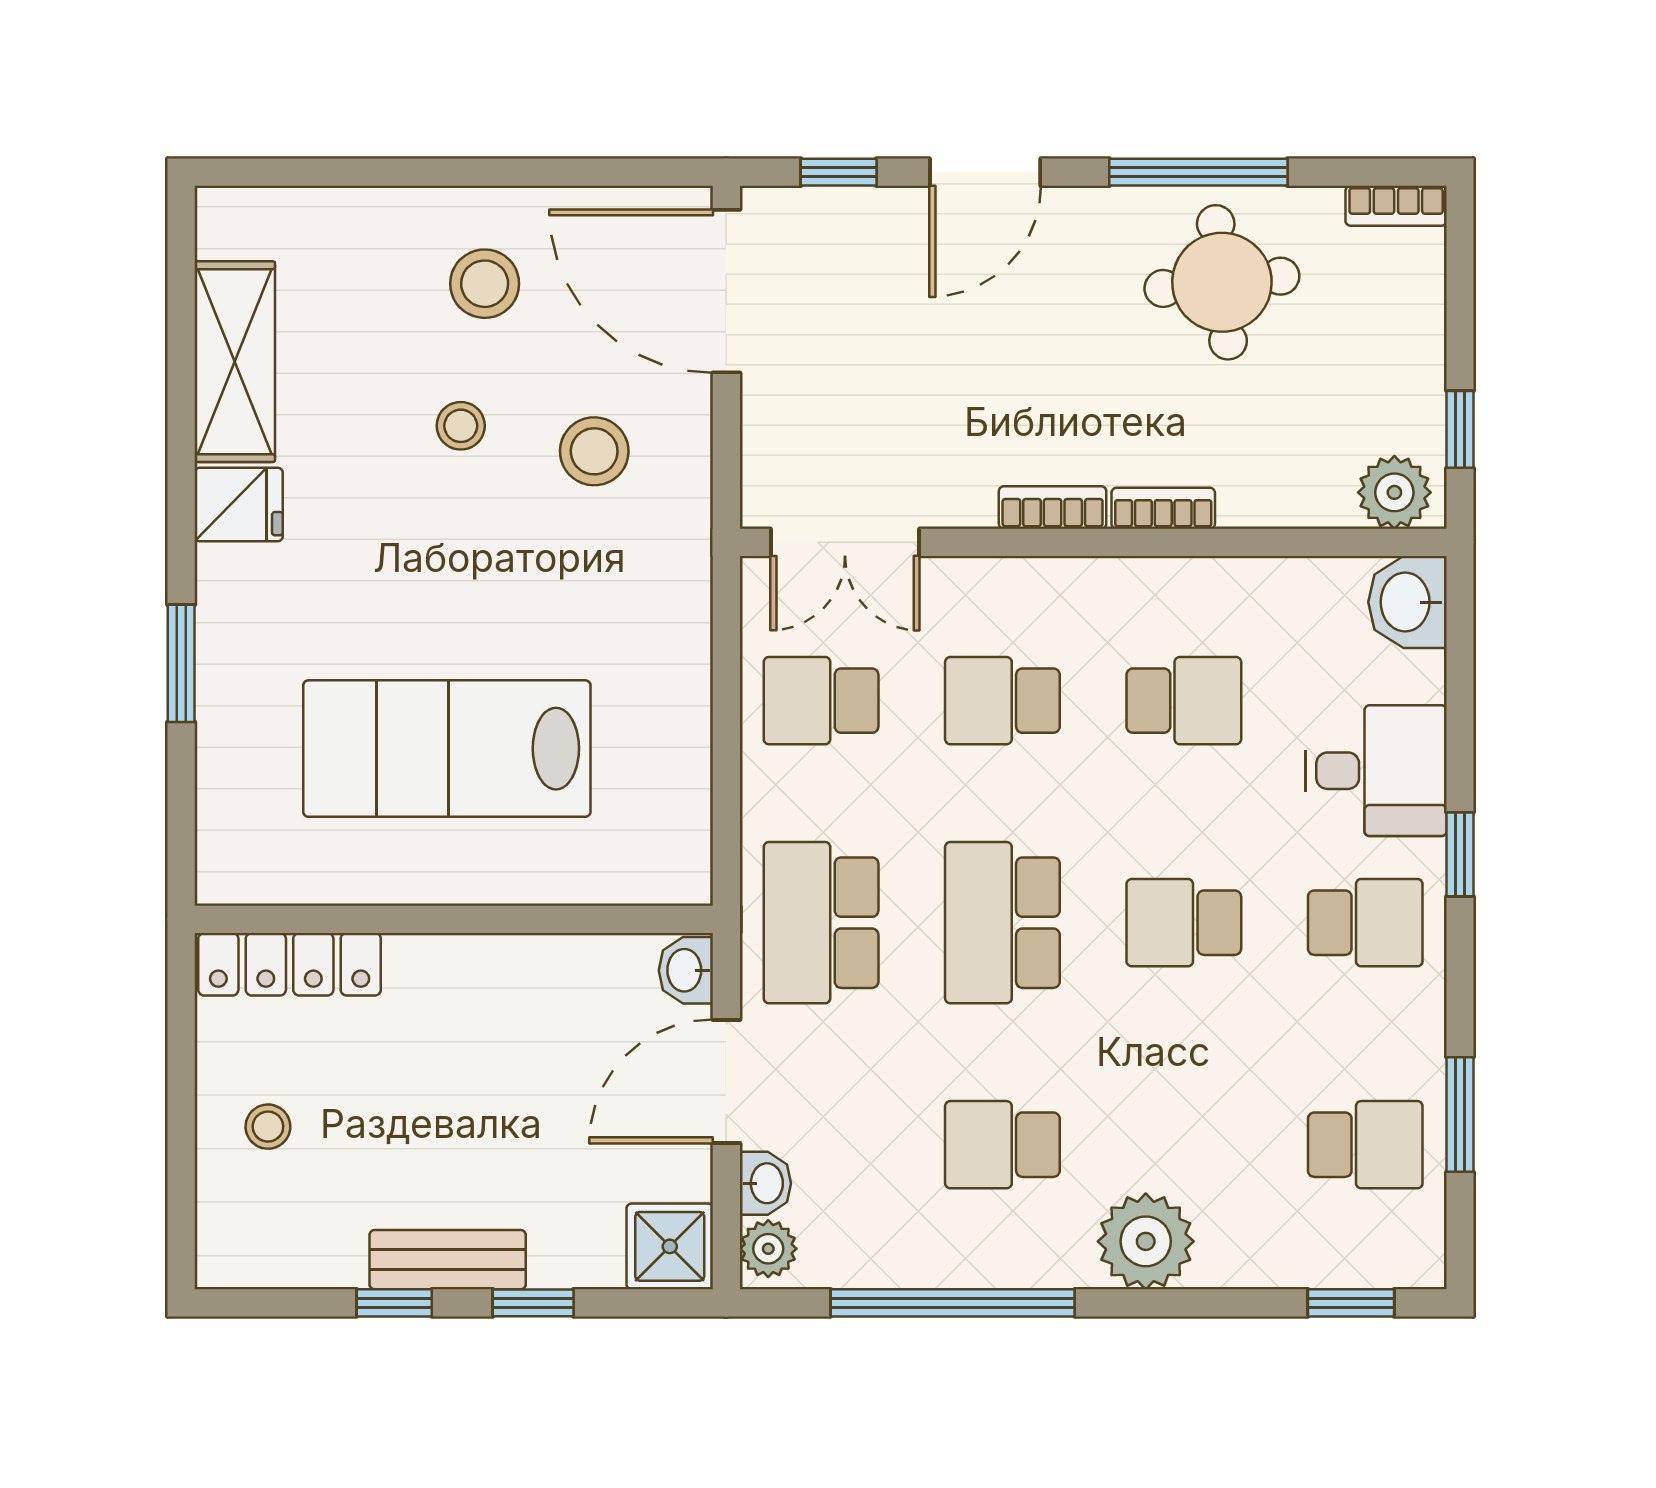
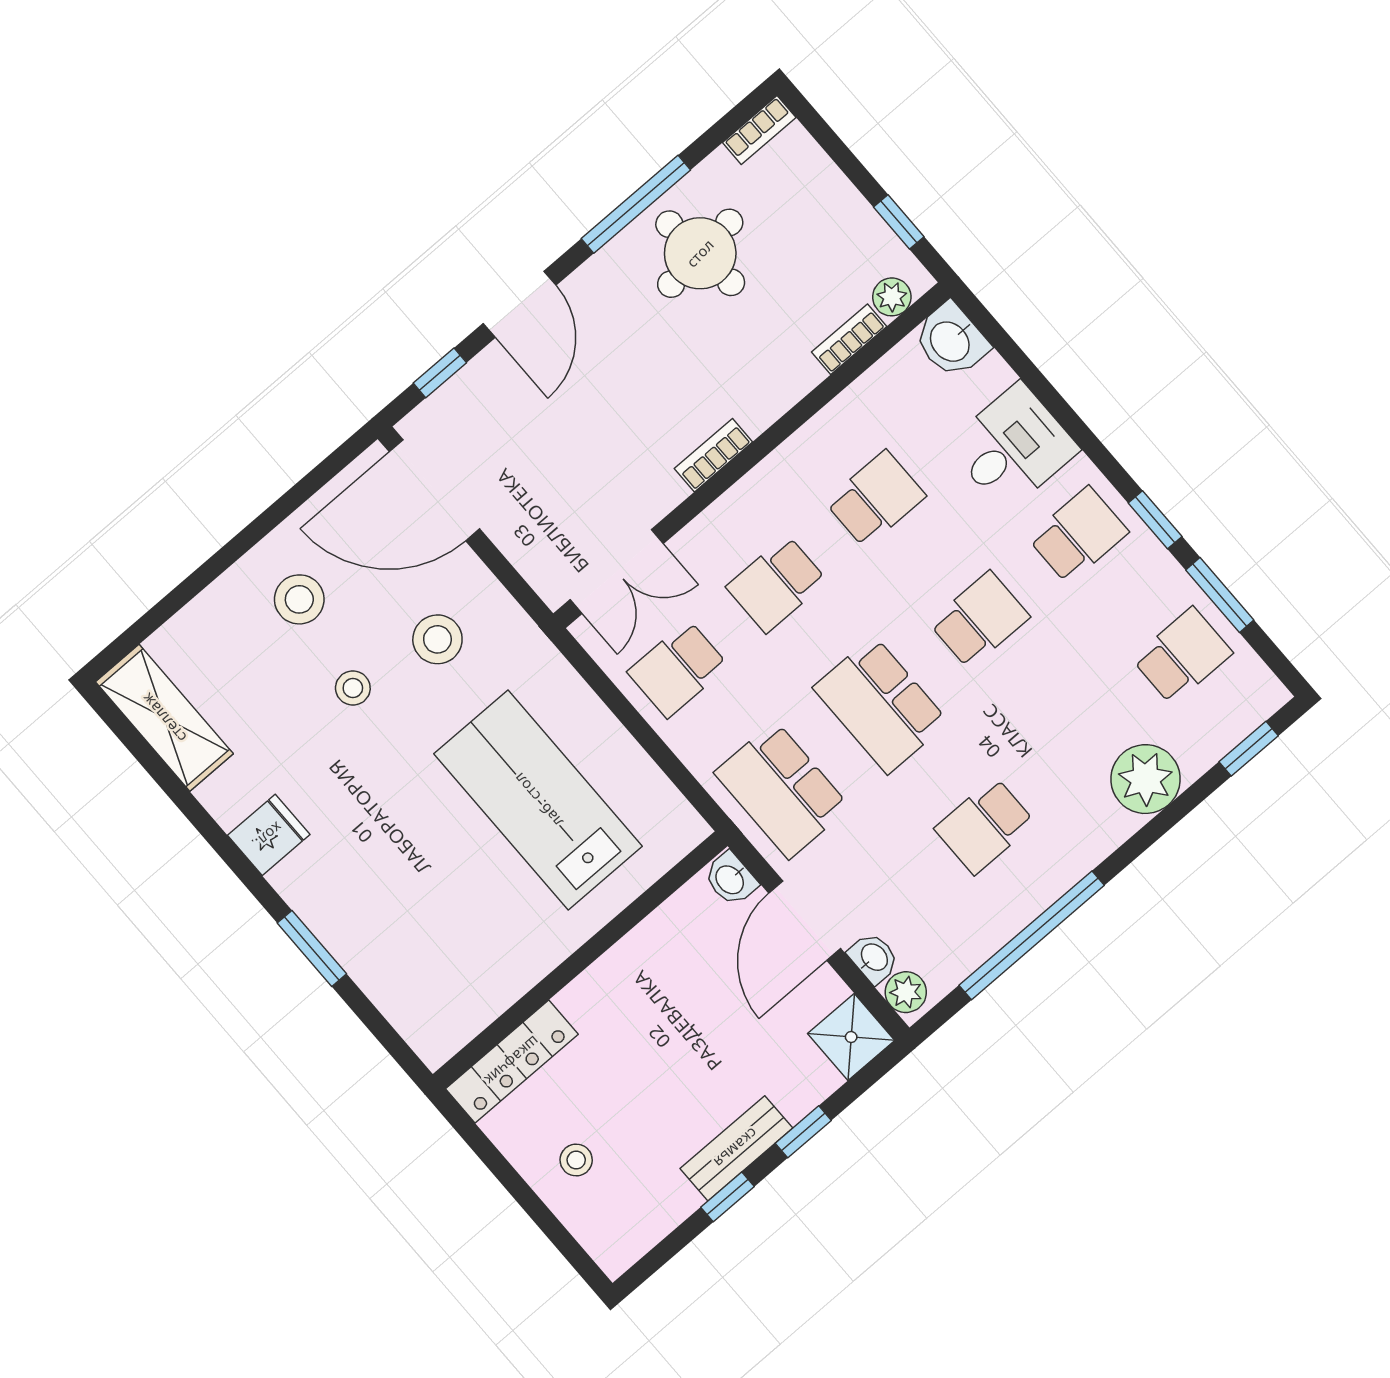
shelving: (235, 362) -> (164, 718), moved
plant: (1394, 492) -> (892, 297), width x0.73, depth x0.73
bookcase: (1163, 508) -> (849, 339), moved
lab bench: (447, 749) -> (538, 800), moved, turned 90
window: (1460, 854) -> (1155, 520), moved
school desk: (1184, 923) -> (979, 620), turned 180
plant: (1146, 1241) -> (1146, 779), moved

